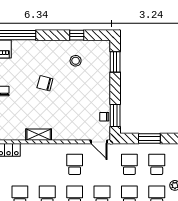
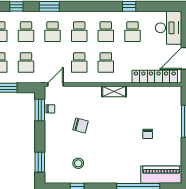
chair: (45, 83) -> (81, 126), moved
door: (99, 142) -> (56, 84), hinge flipped
school desk: (47, 164) -> (106, 63), added

